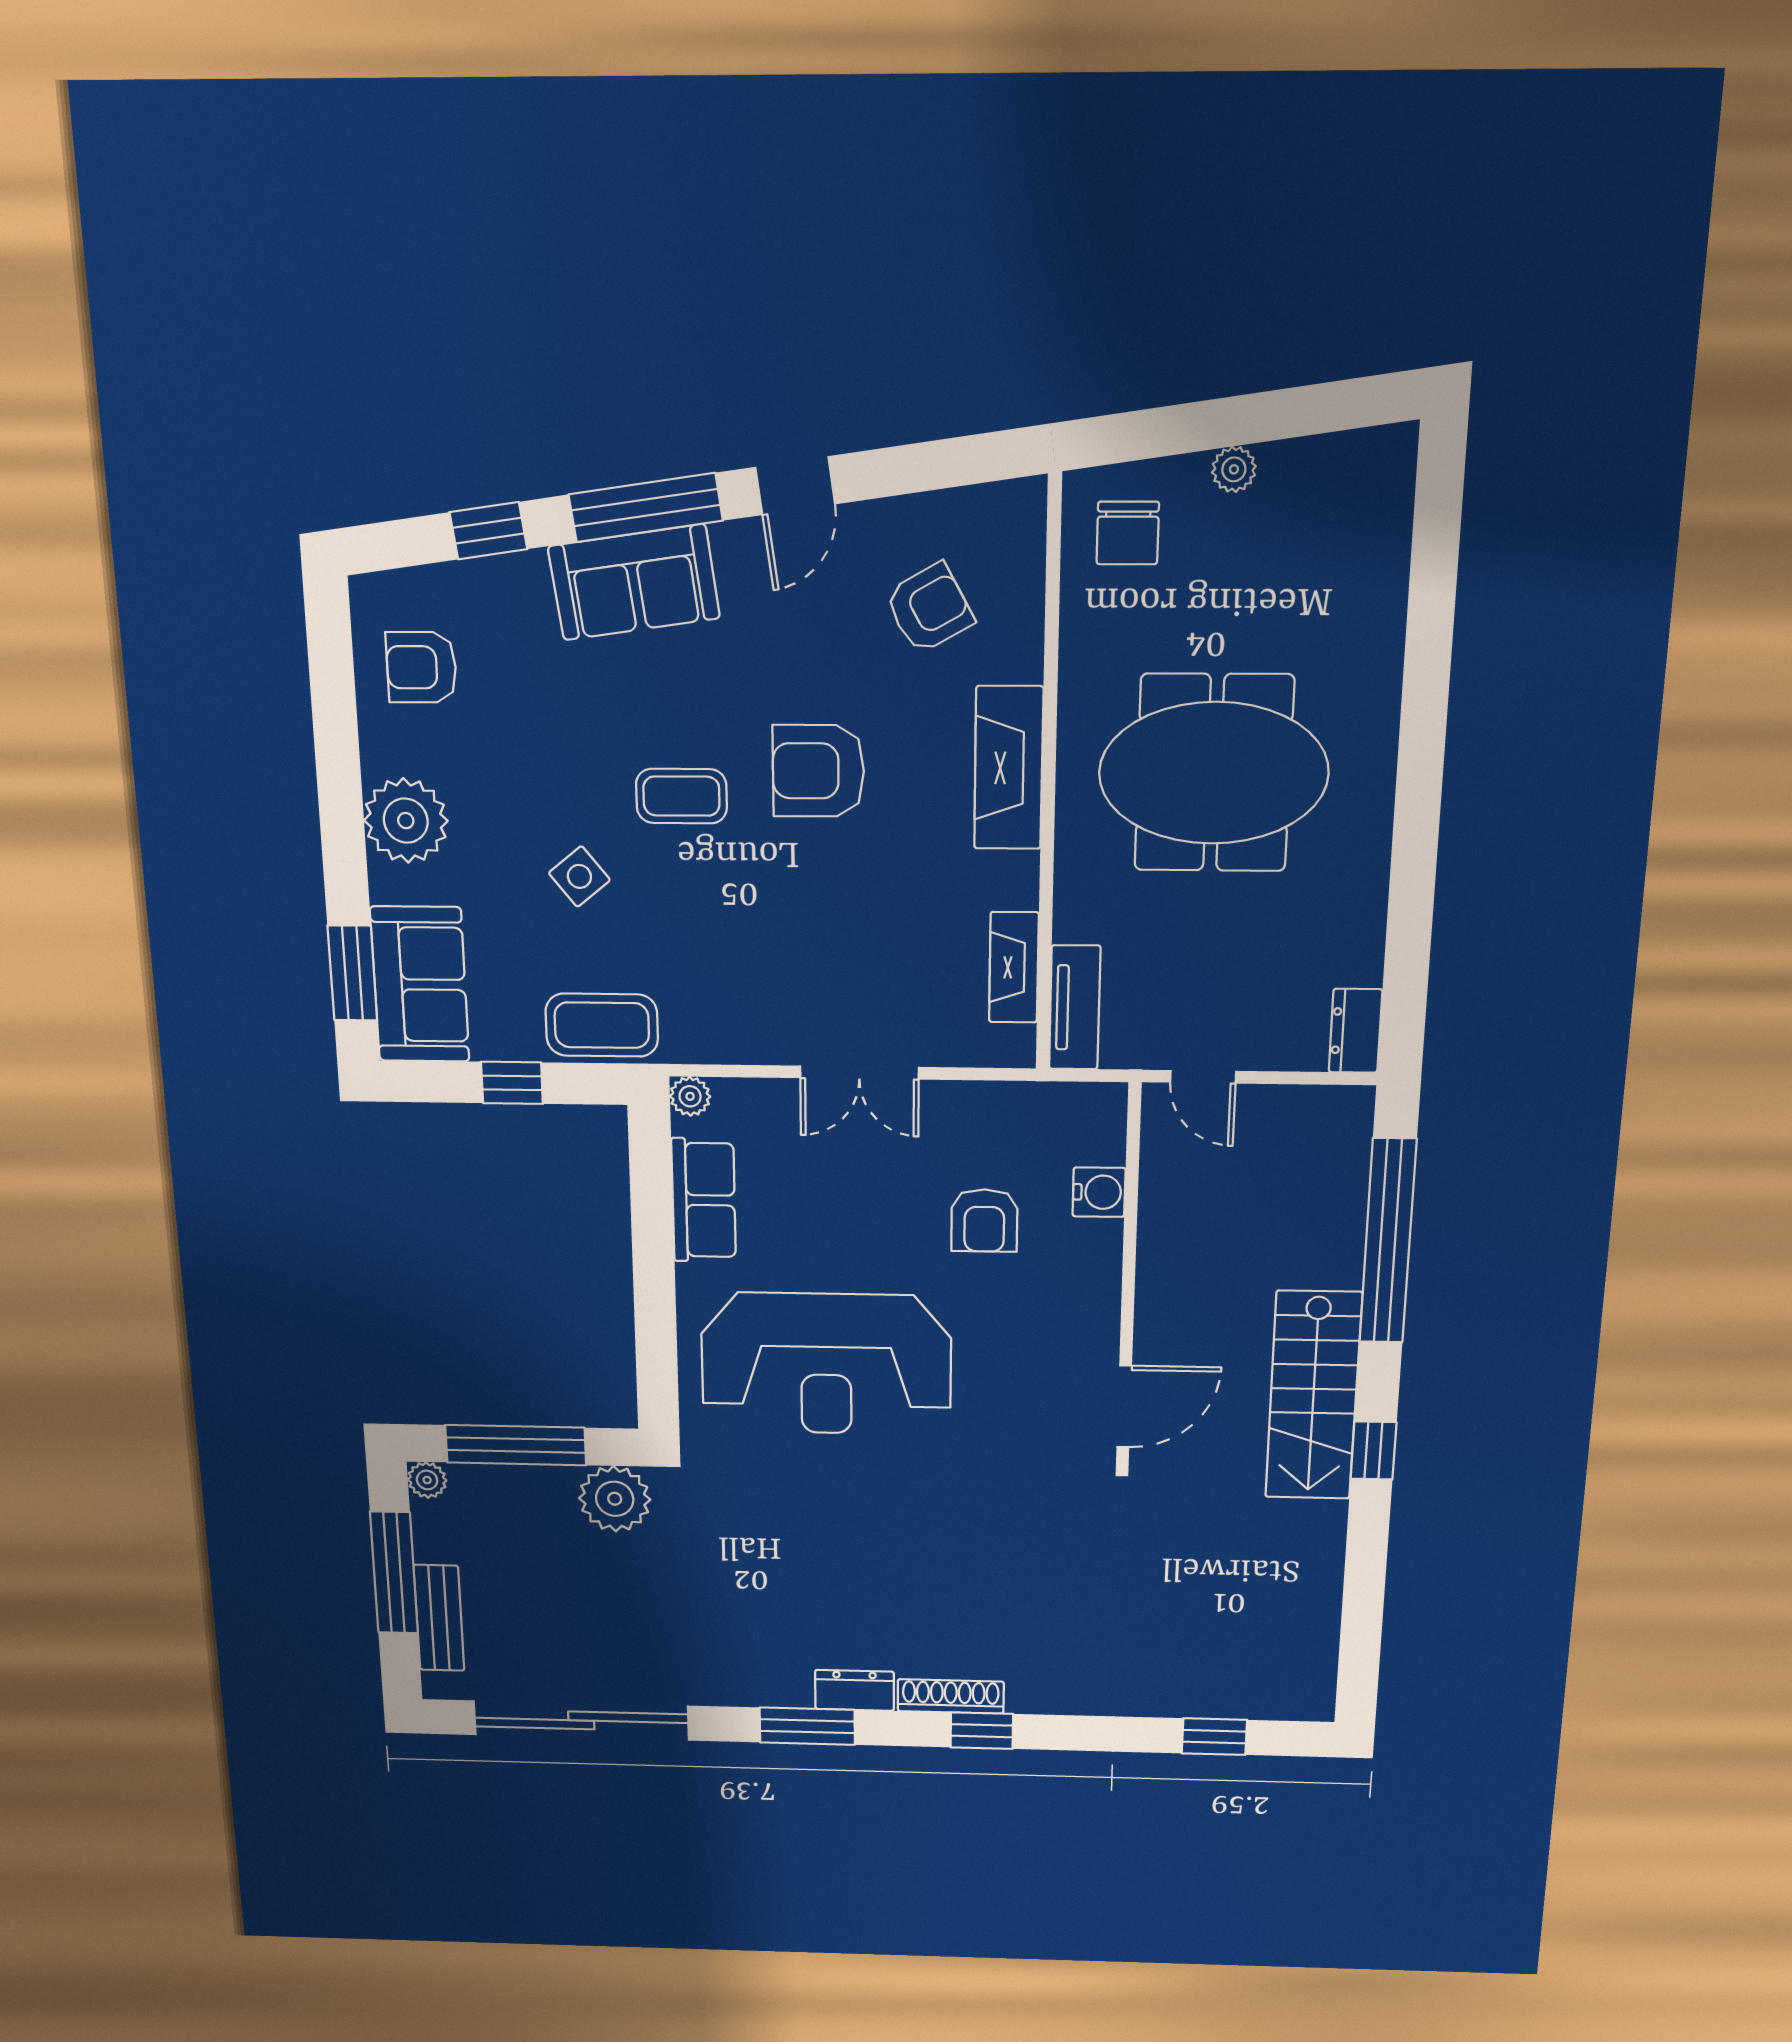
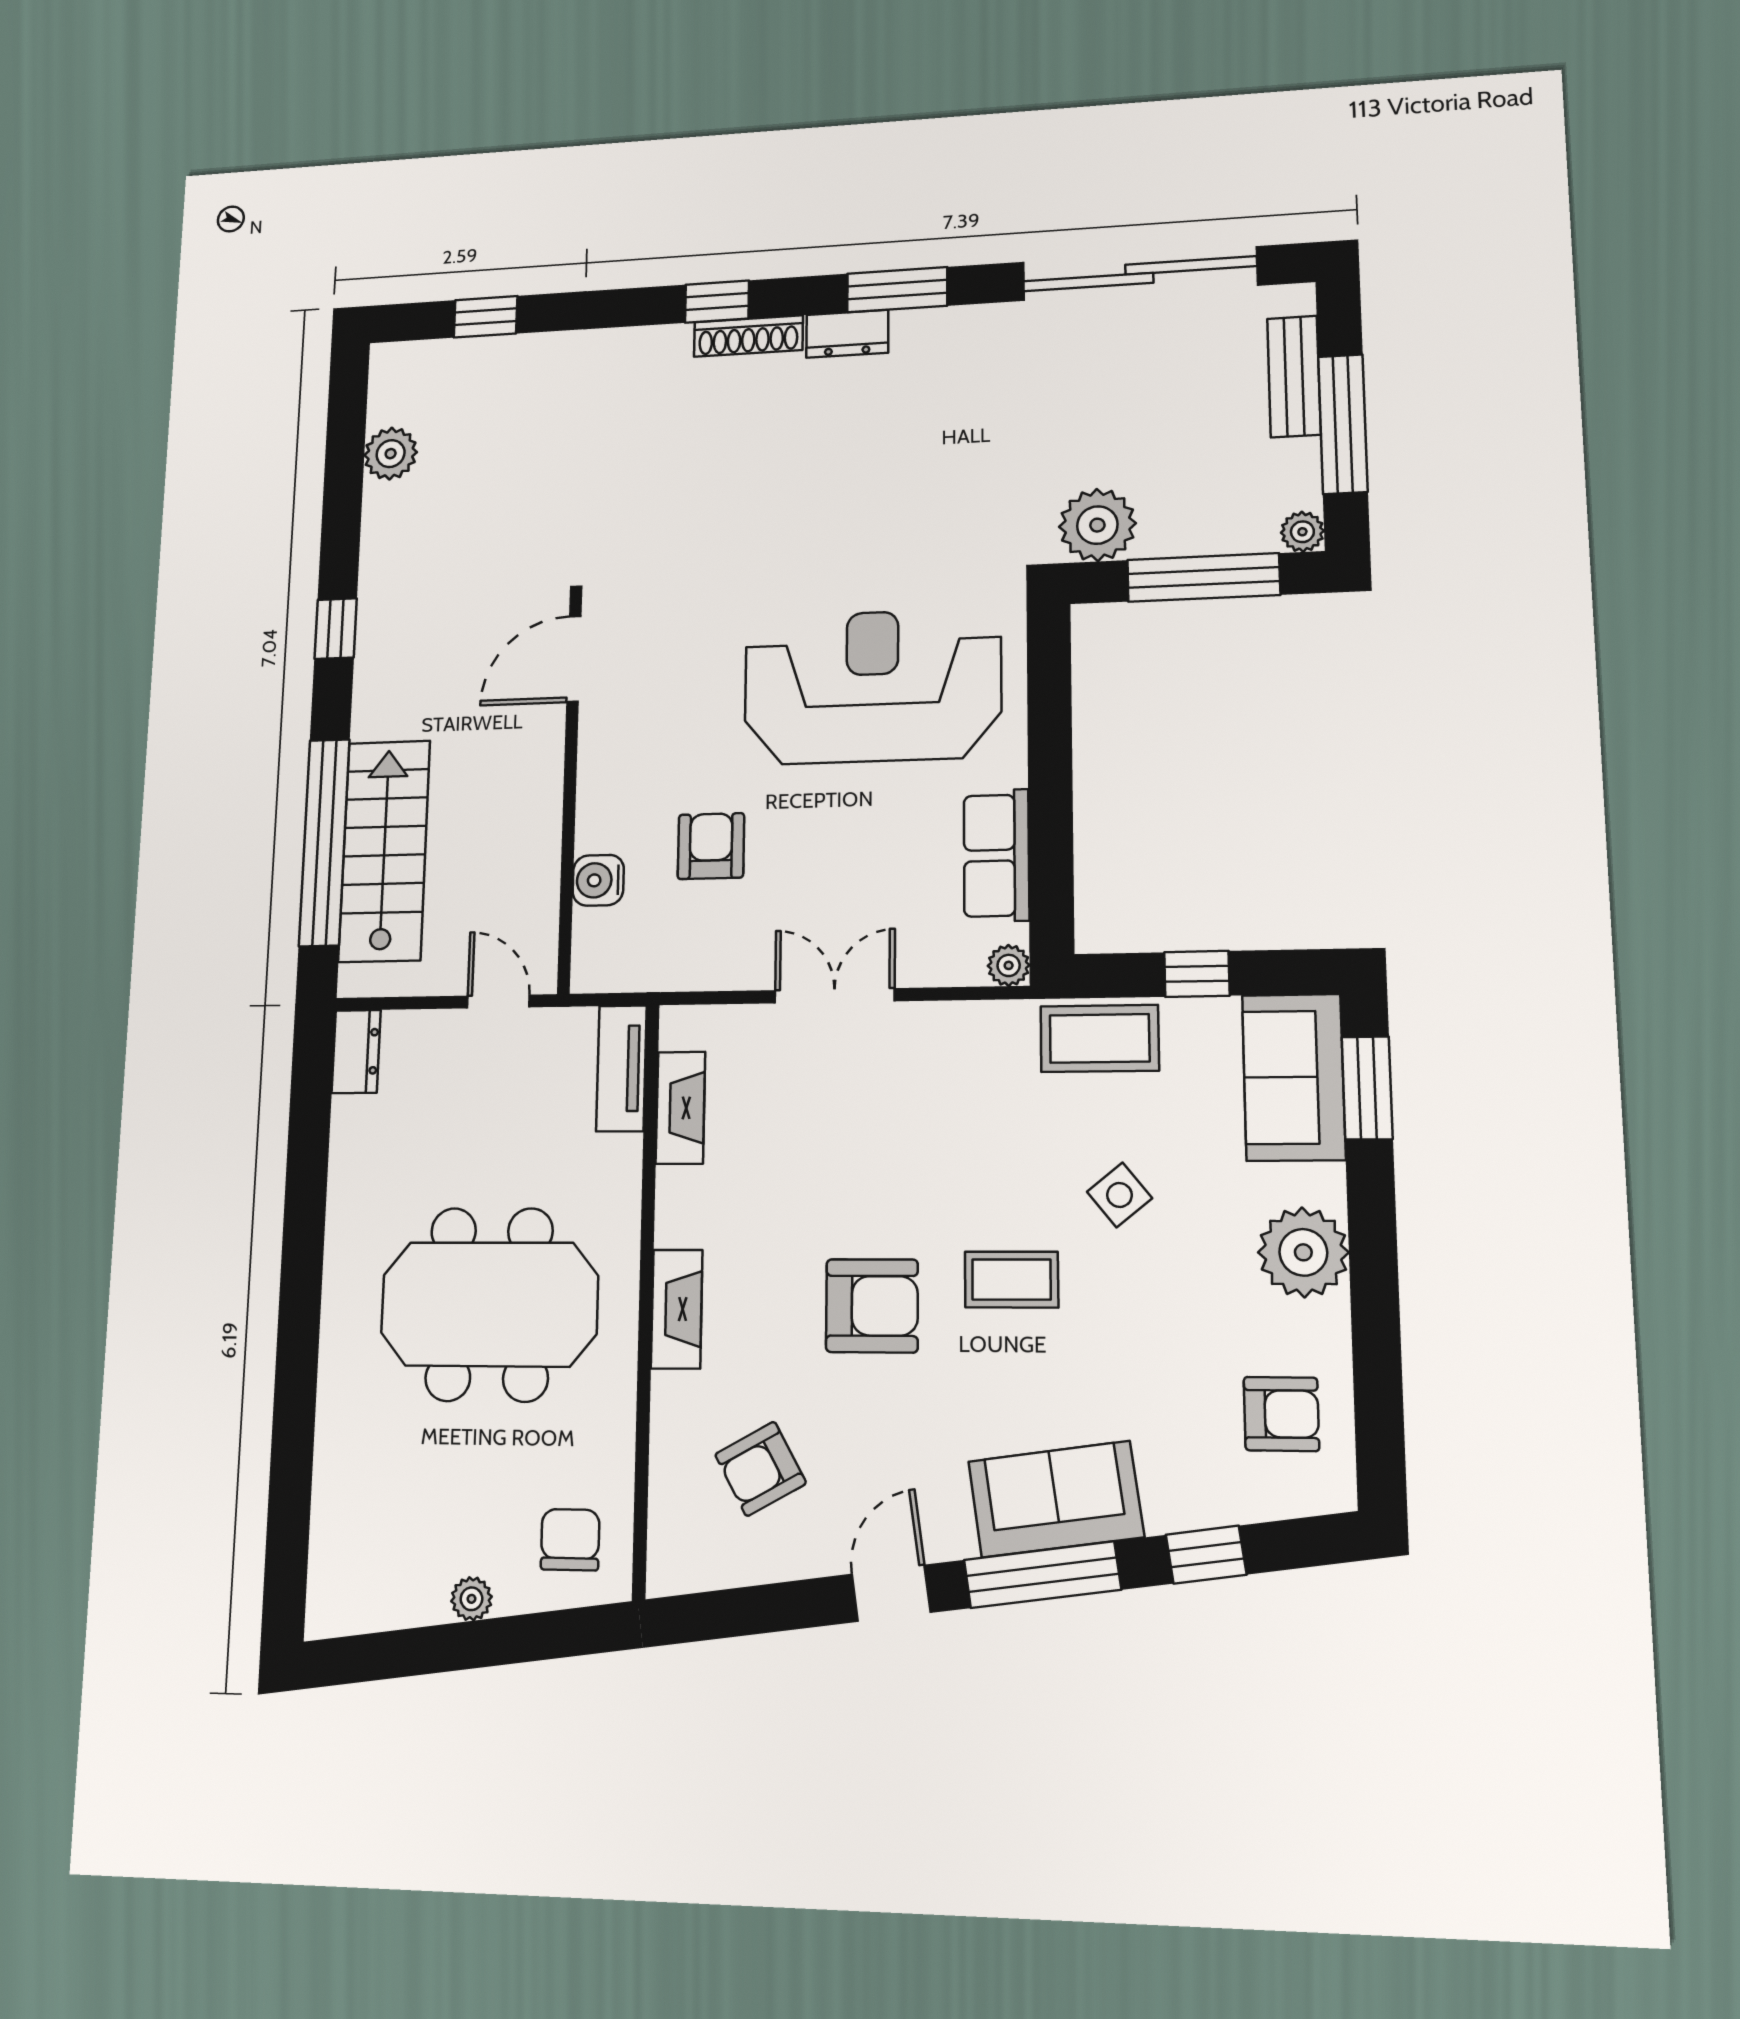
fireplace: (1009, 768) -> (677, 1309), width x0.73, depth x0.76
stairs: (1313, 1396) -> (384, 851), moved
plant: (1314, 1615) -> (391, 454), added

